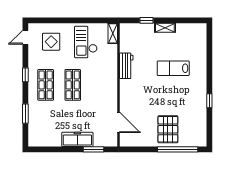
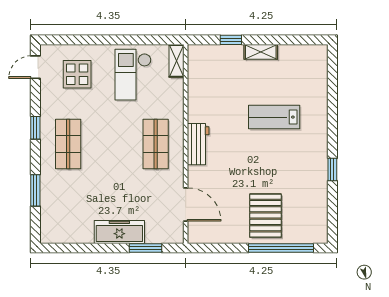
workbench: (126, 66) -> (198, 144), moved
shop shelf: (73, 85) -> (156, 144), moved

